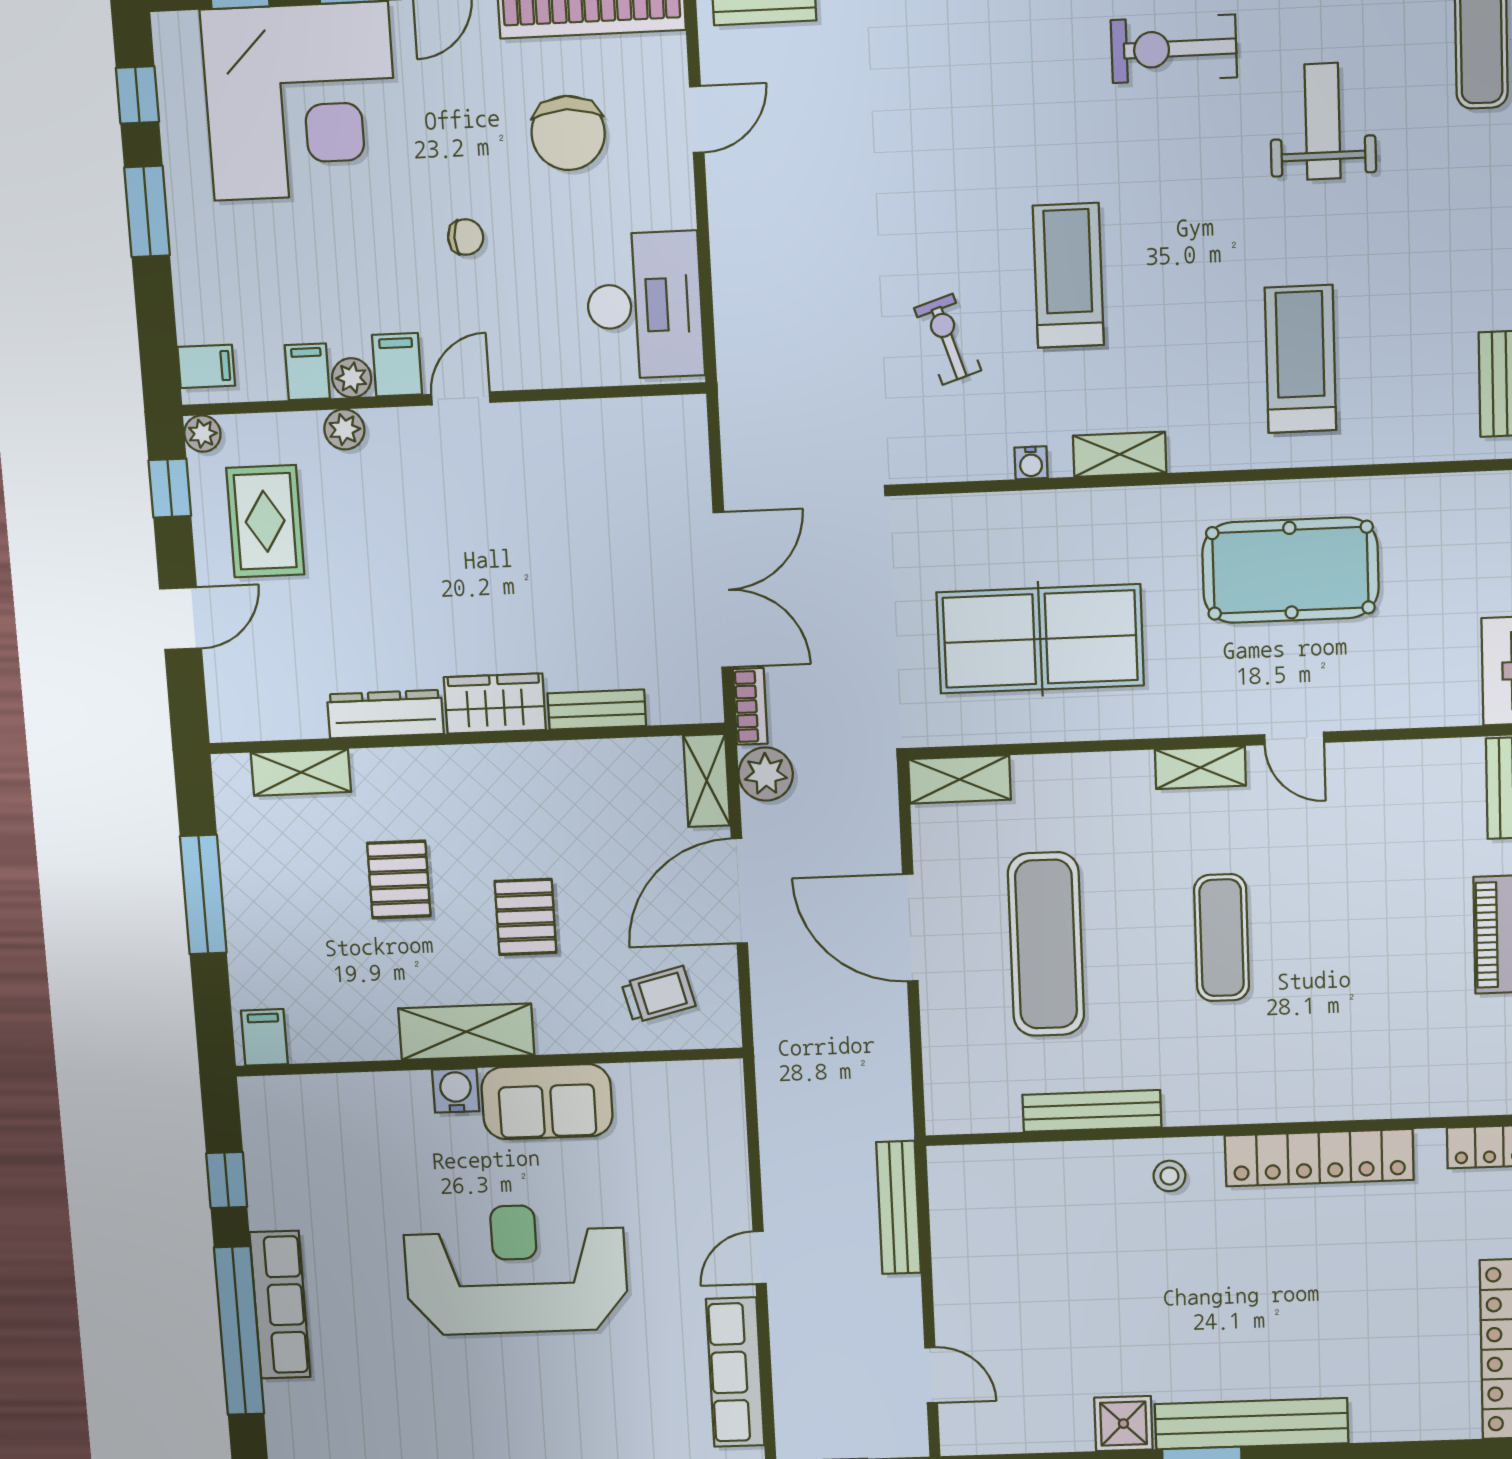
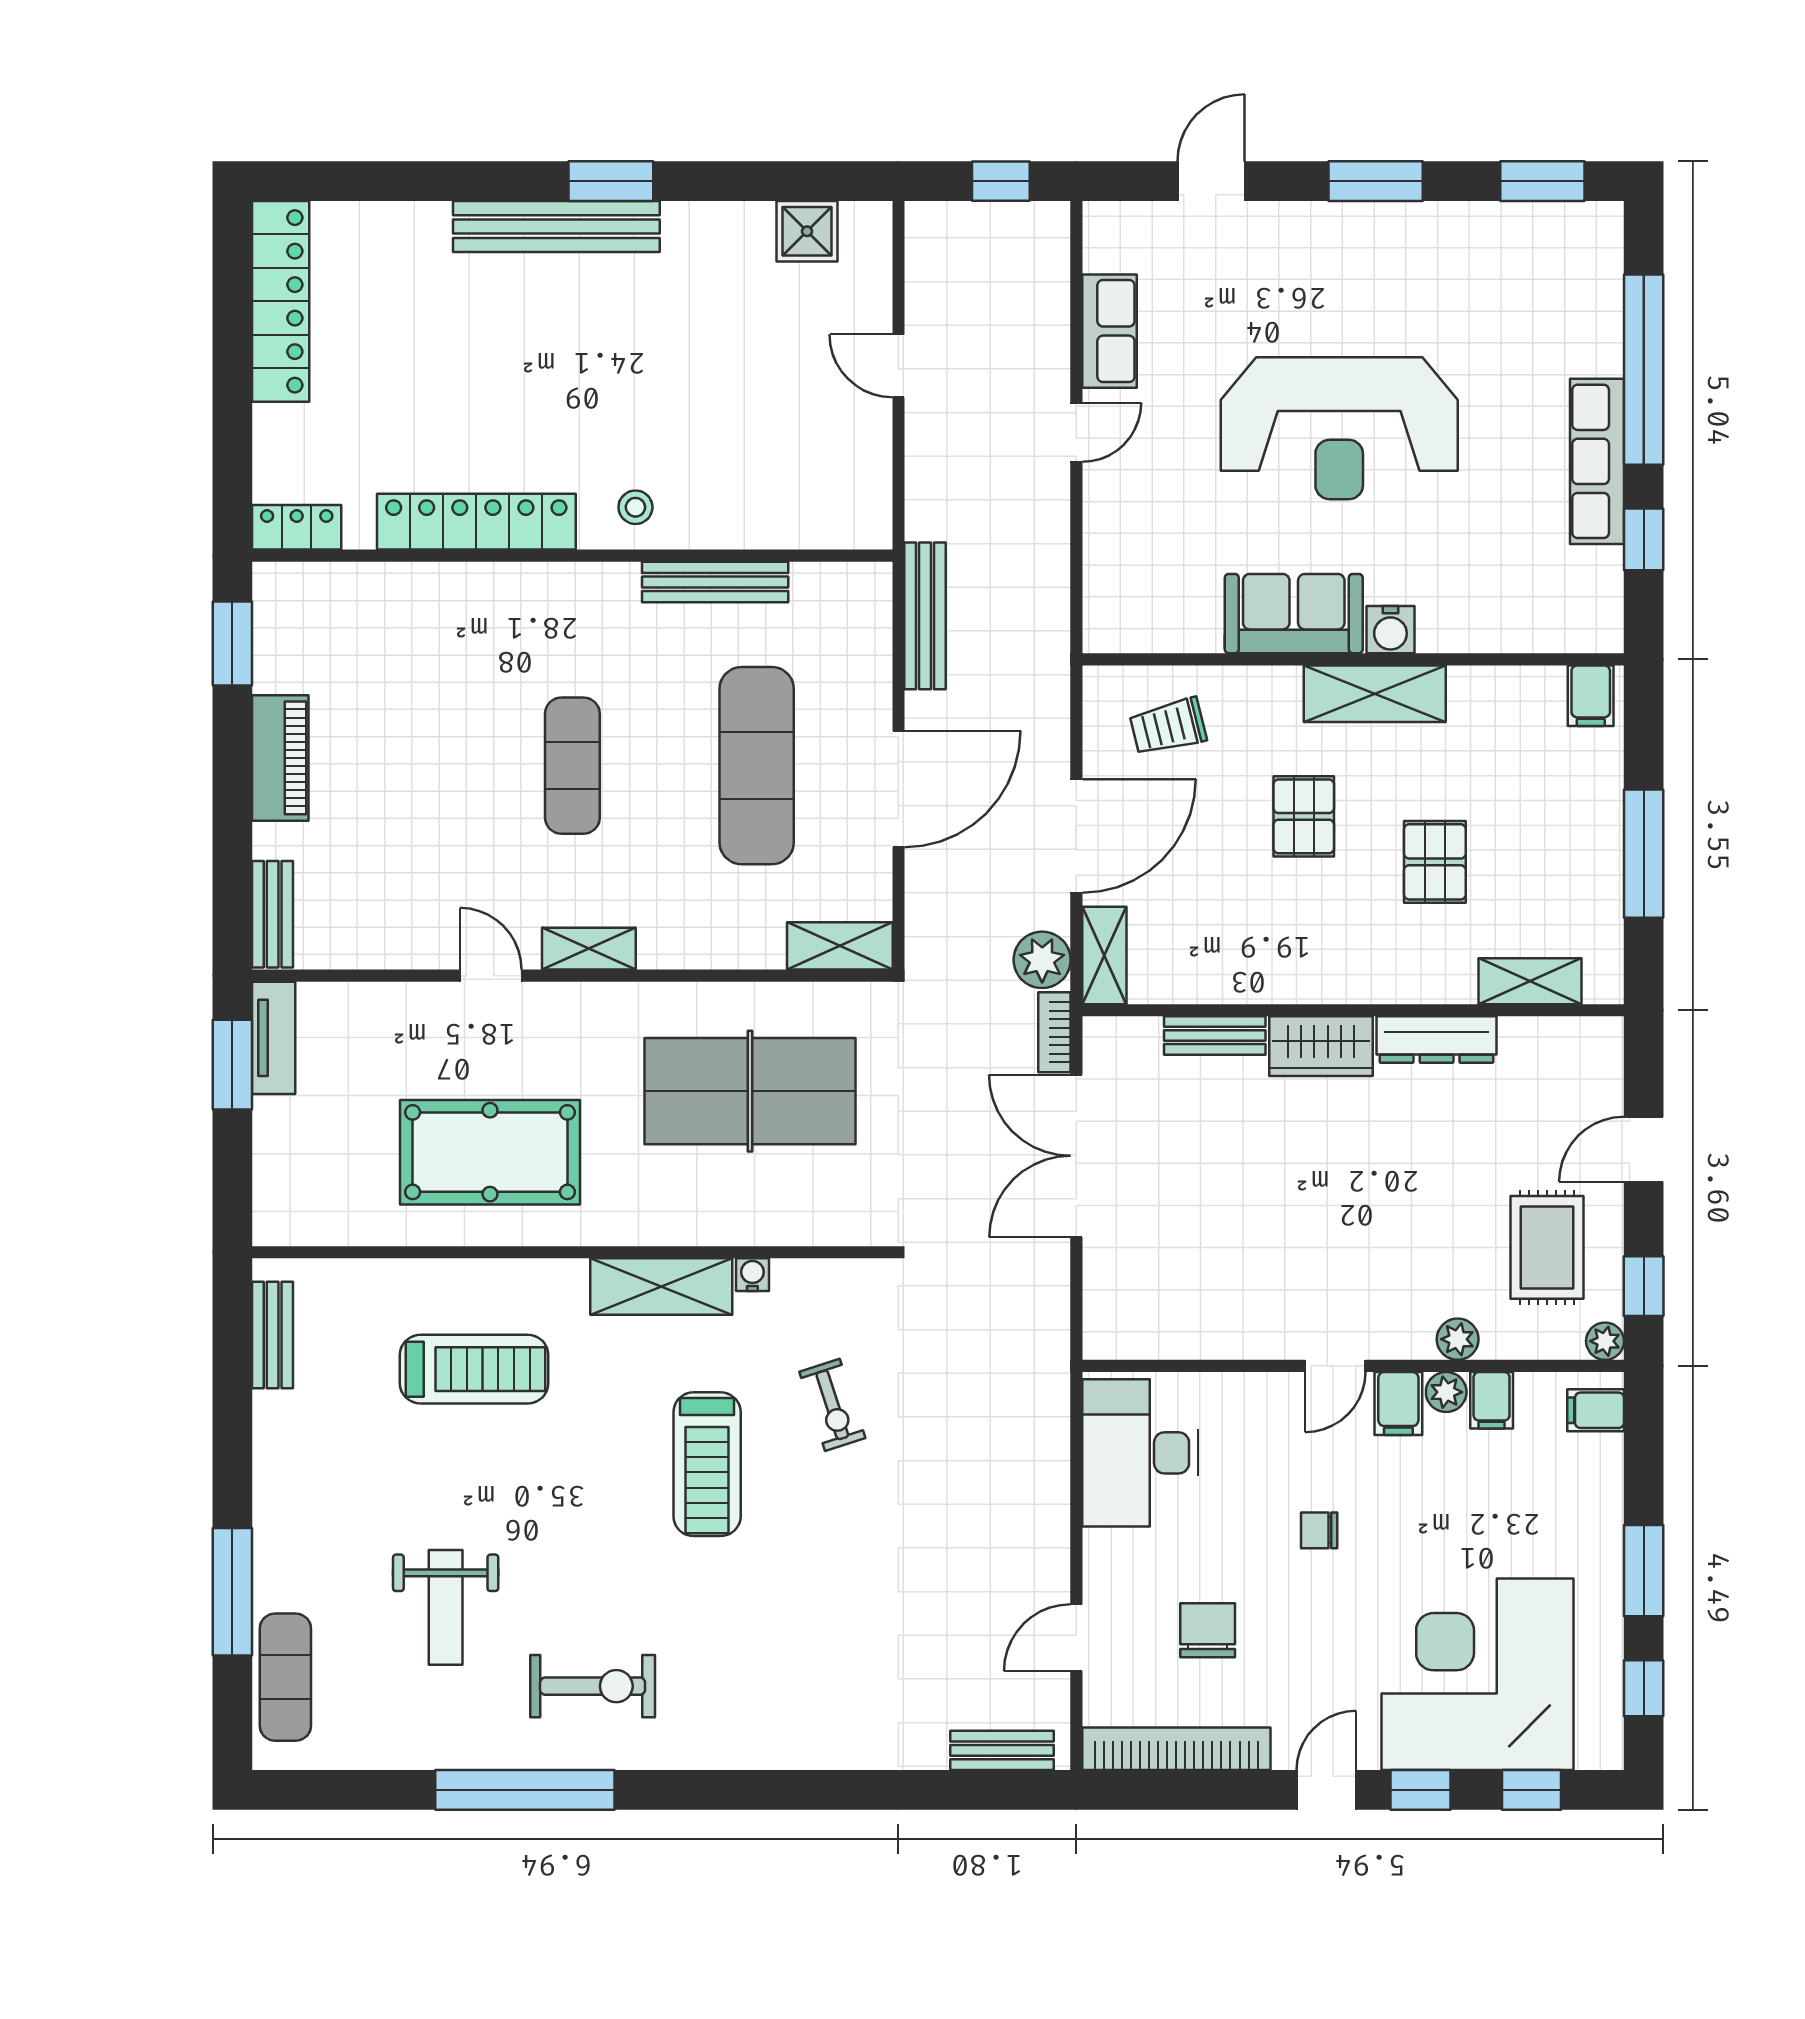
chair: (568, 133) -> (1208, 1630), width x0.73, depth x0.73
treadmill: (1300, 359) -> (474, 1369), turned -90
shelving: (1120, 454) -> (661, 1287), width x1.50, depth x1.33
door: (910, 928) -> (898, 789), hinge flipped
bench: (899, 1208) -> (925, 616), moved
row of seats: (280, 1305) -> (1597, 461), moved
row of seats: (735, 1372) -> (1109, 331), width x0.68
door: (931, 1375) -> (898, 366), moved
shower: (1123, 1424) -> (807, 231), moved

